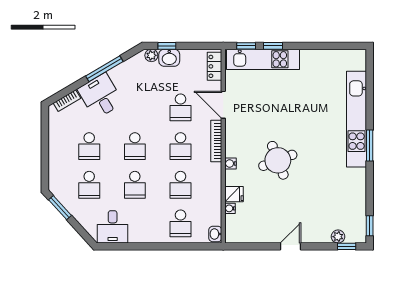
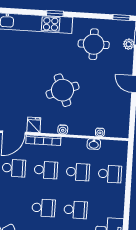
window: (370, 146) -> (55, 13), width x0.67
fridge: (234, 194) -> (34, 125), moved
round table: (335, 194) -> (94, 44), added
washbasin: (215, 234) -> (94, 144), moved

